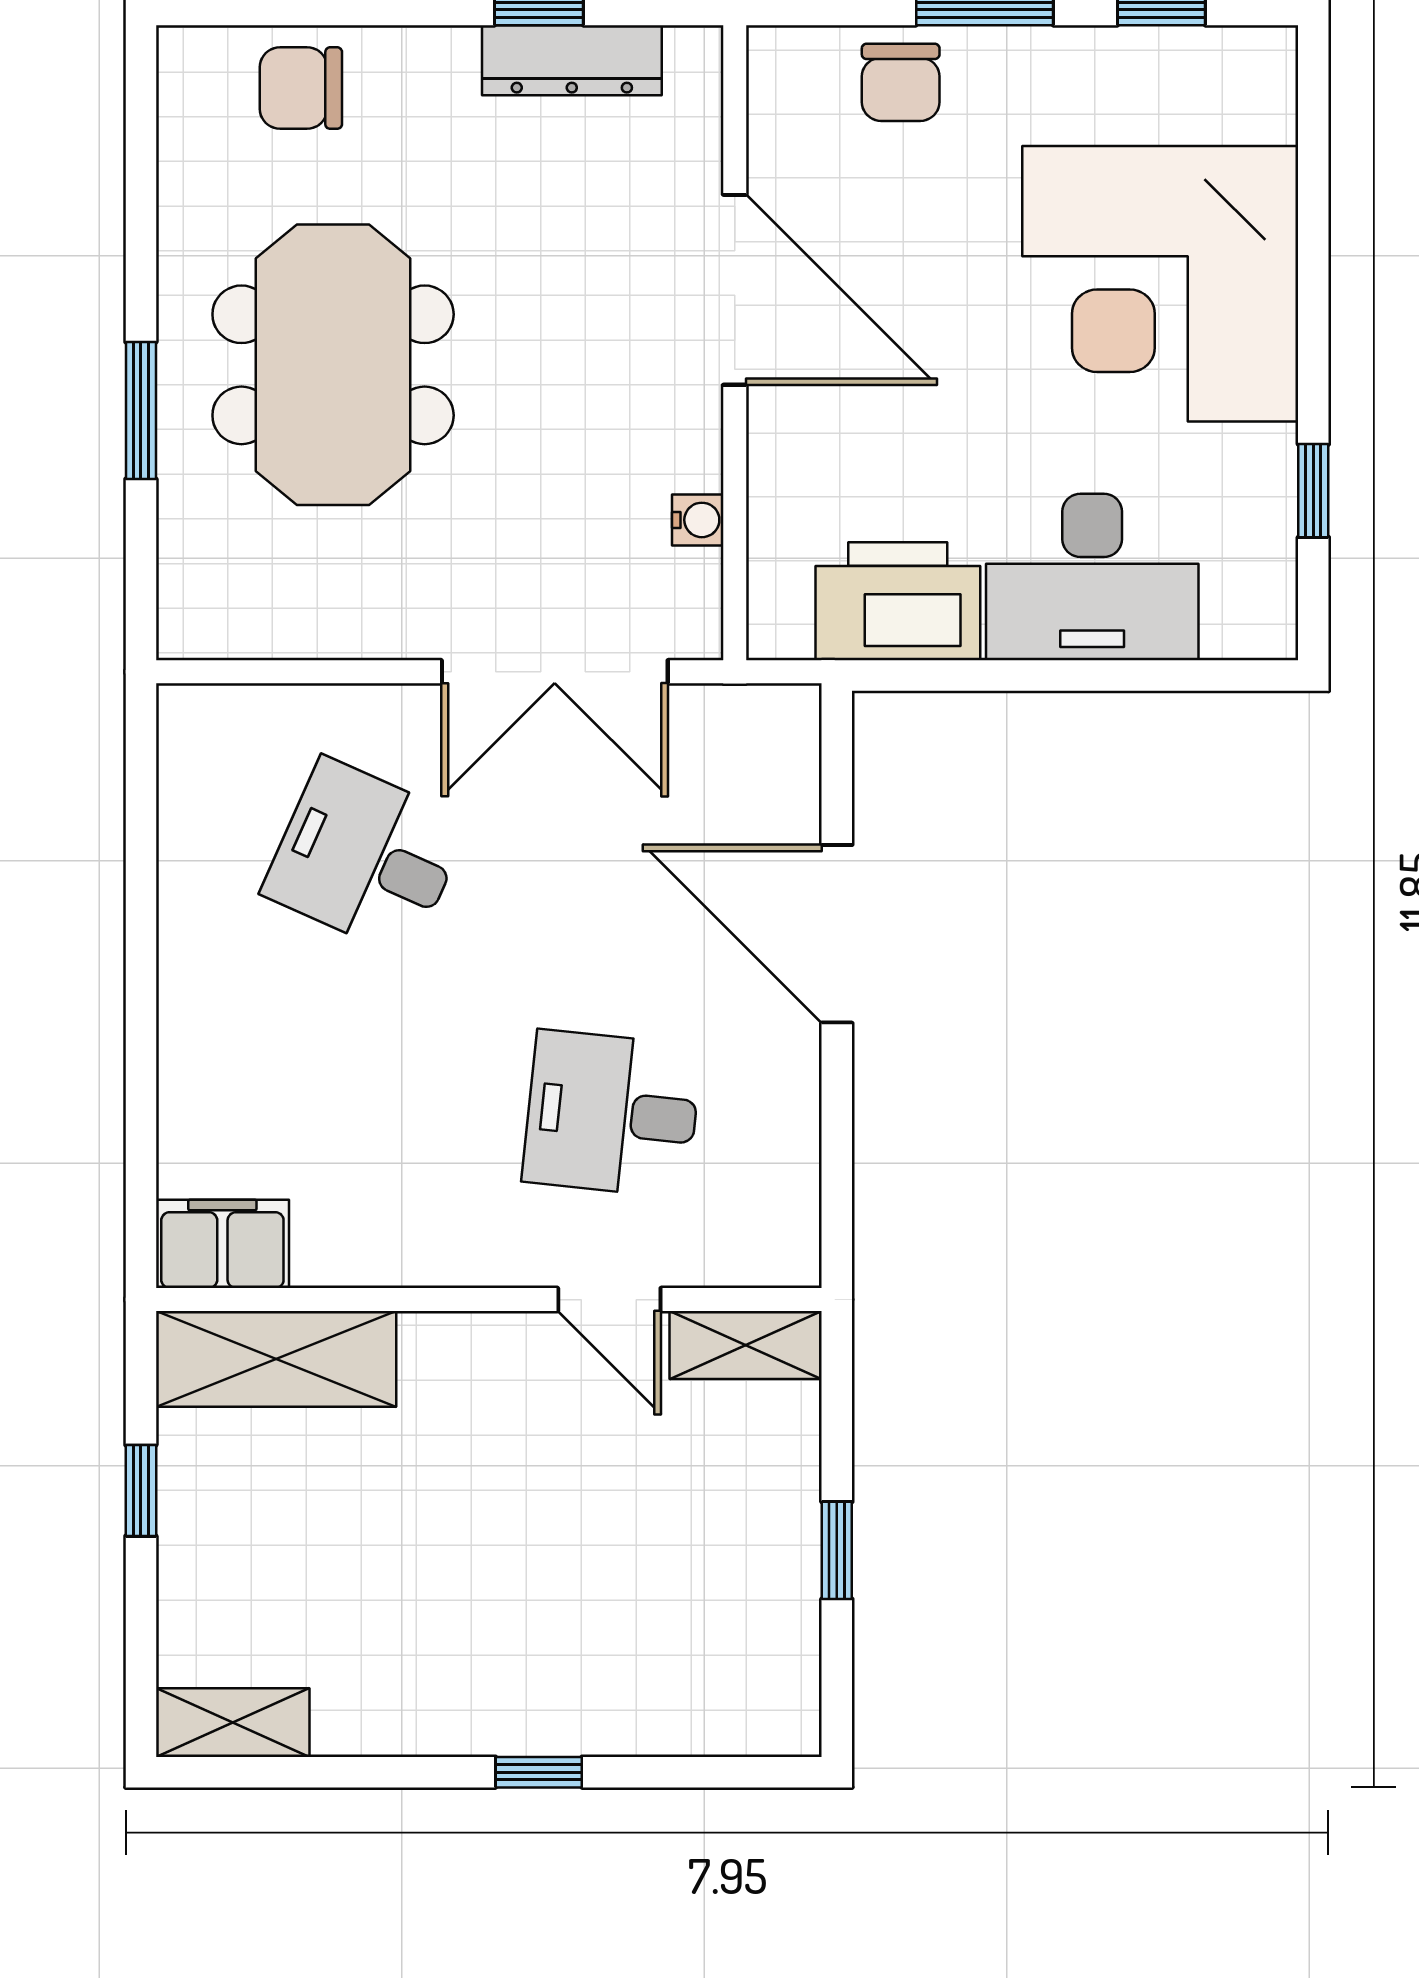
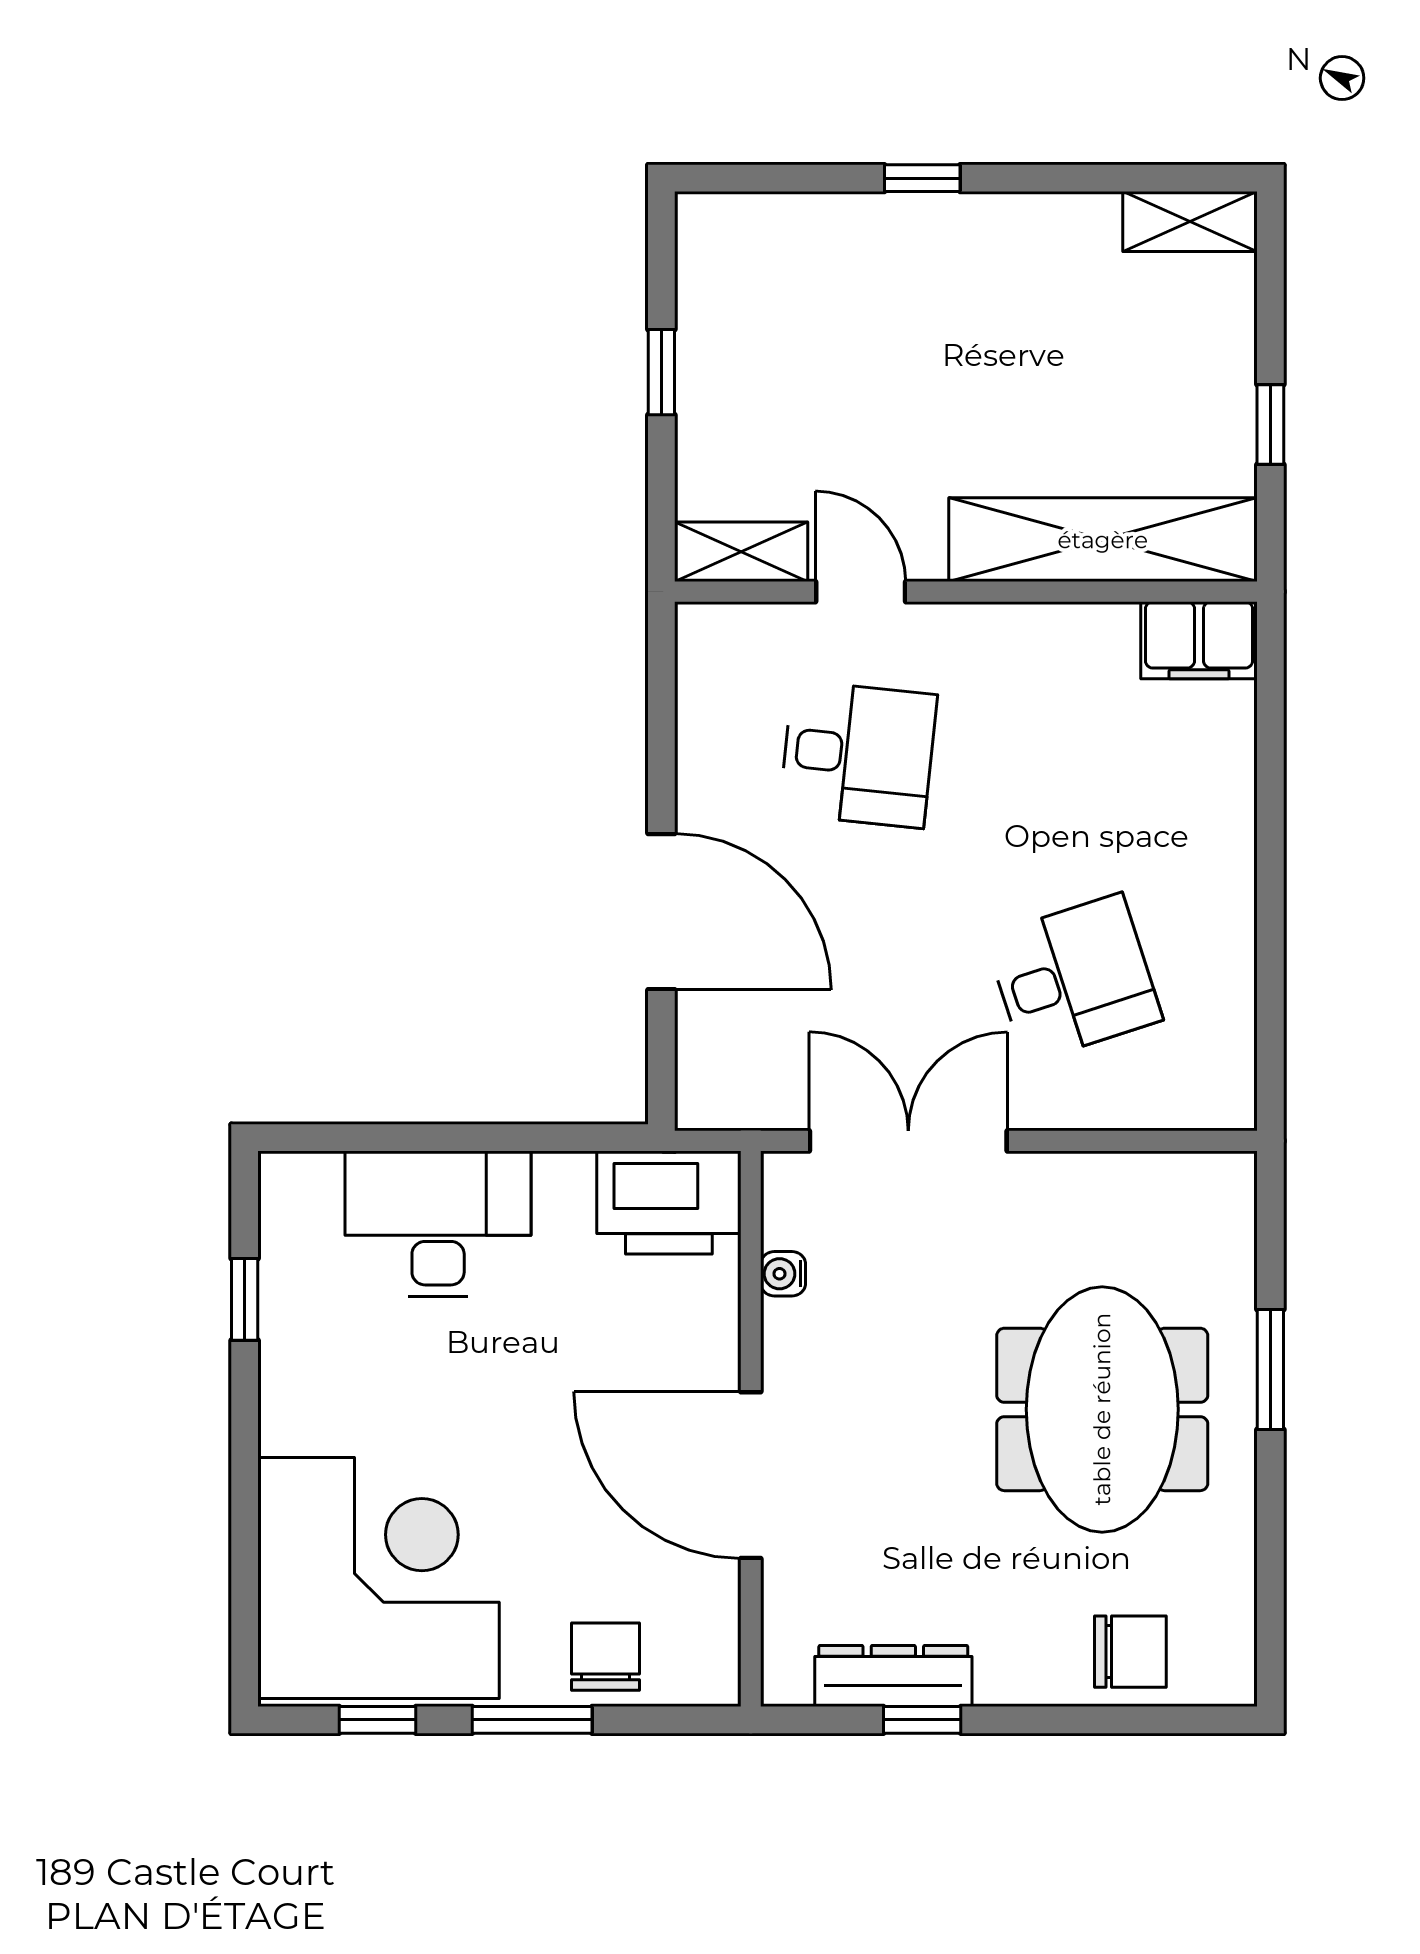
corner desk: (1160, 284) -> (378, 1578), moved
printer: (898, 601) -> (669, 1203), moved
desk: (366, 858) -> (1074, 978), turned -42
shelving: (276, 1359) -> (1103, 540), width x1.47

